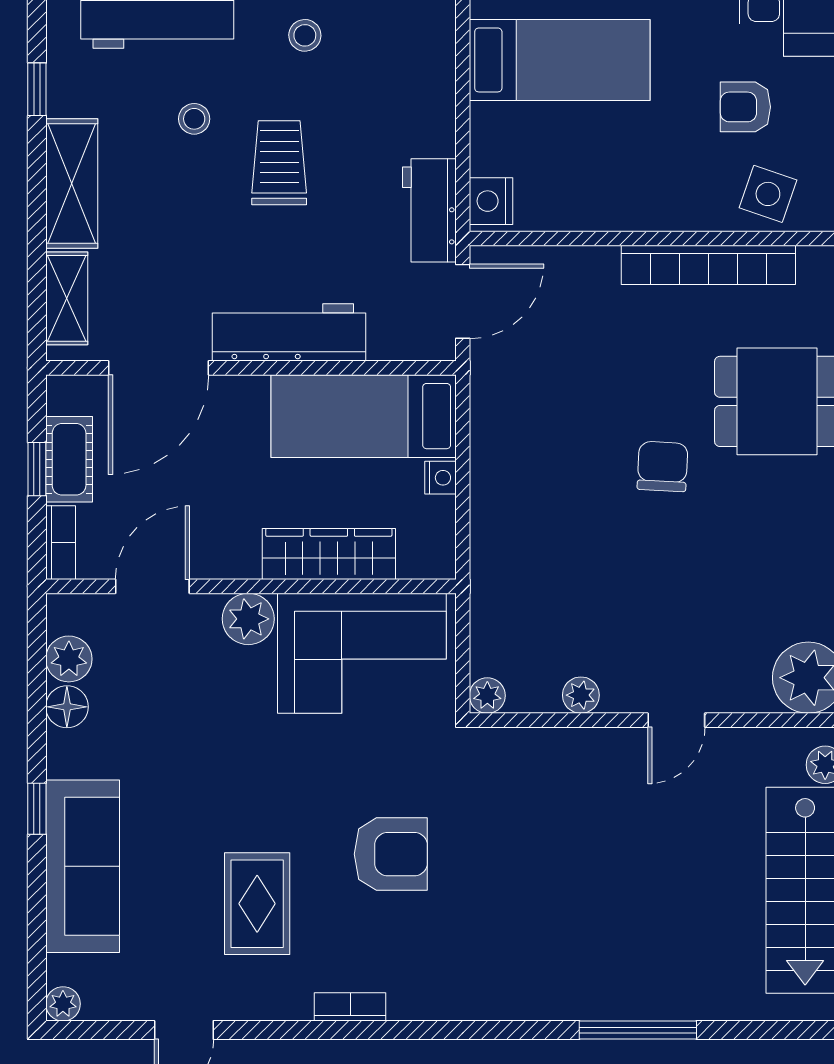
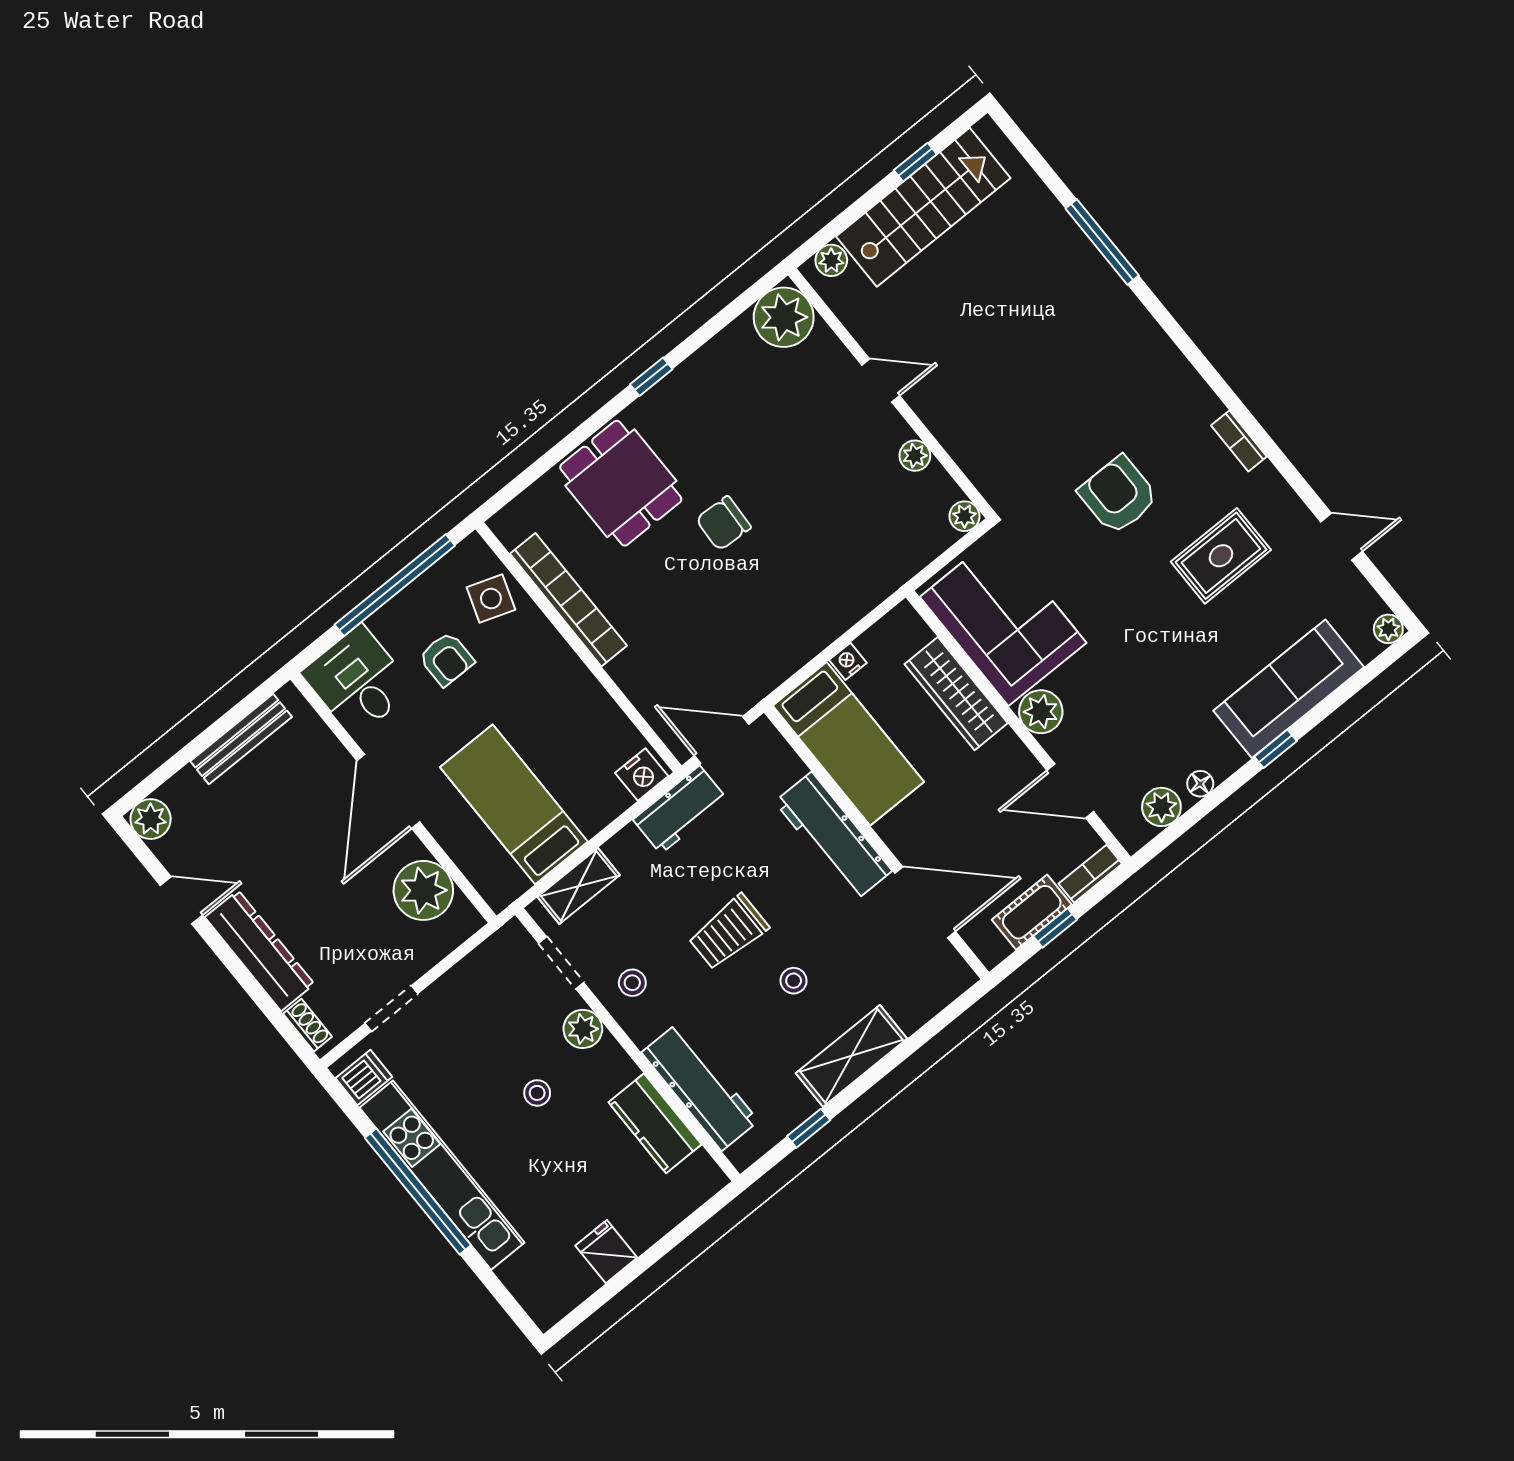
stool: (194, 119) -> (794, 981), moved
shelving: (67, 298) -> (579, 886), moved
floor lamp: (67, 707) -> (1200, 784), width x0.73, depth x0.73

